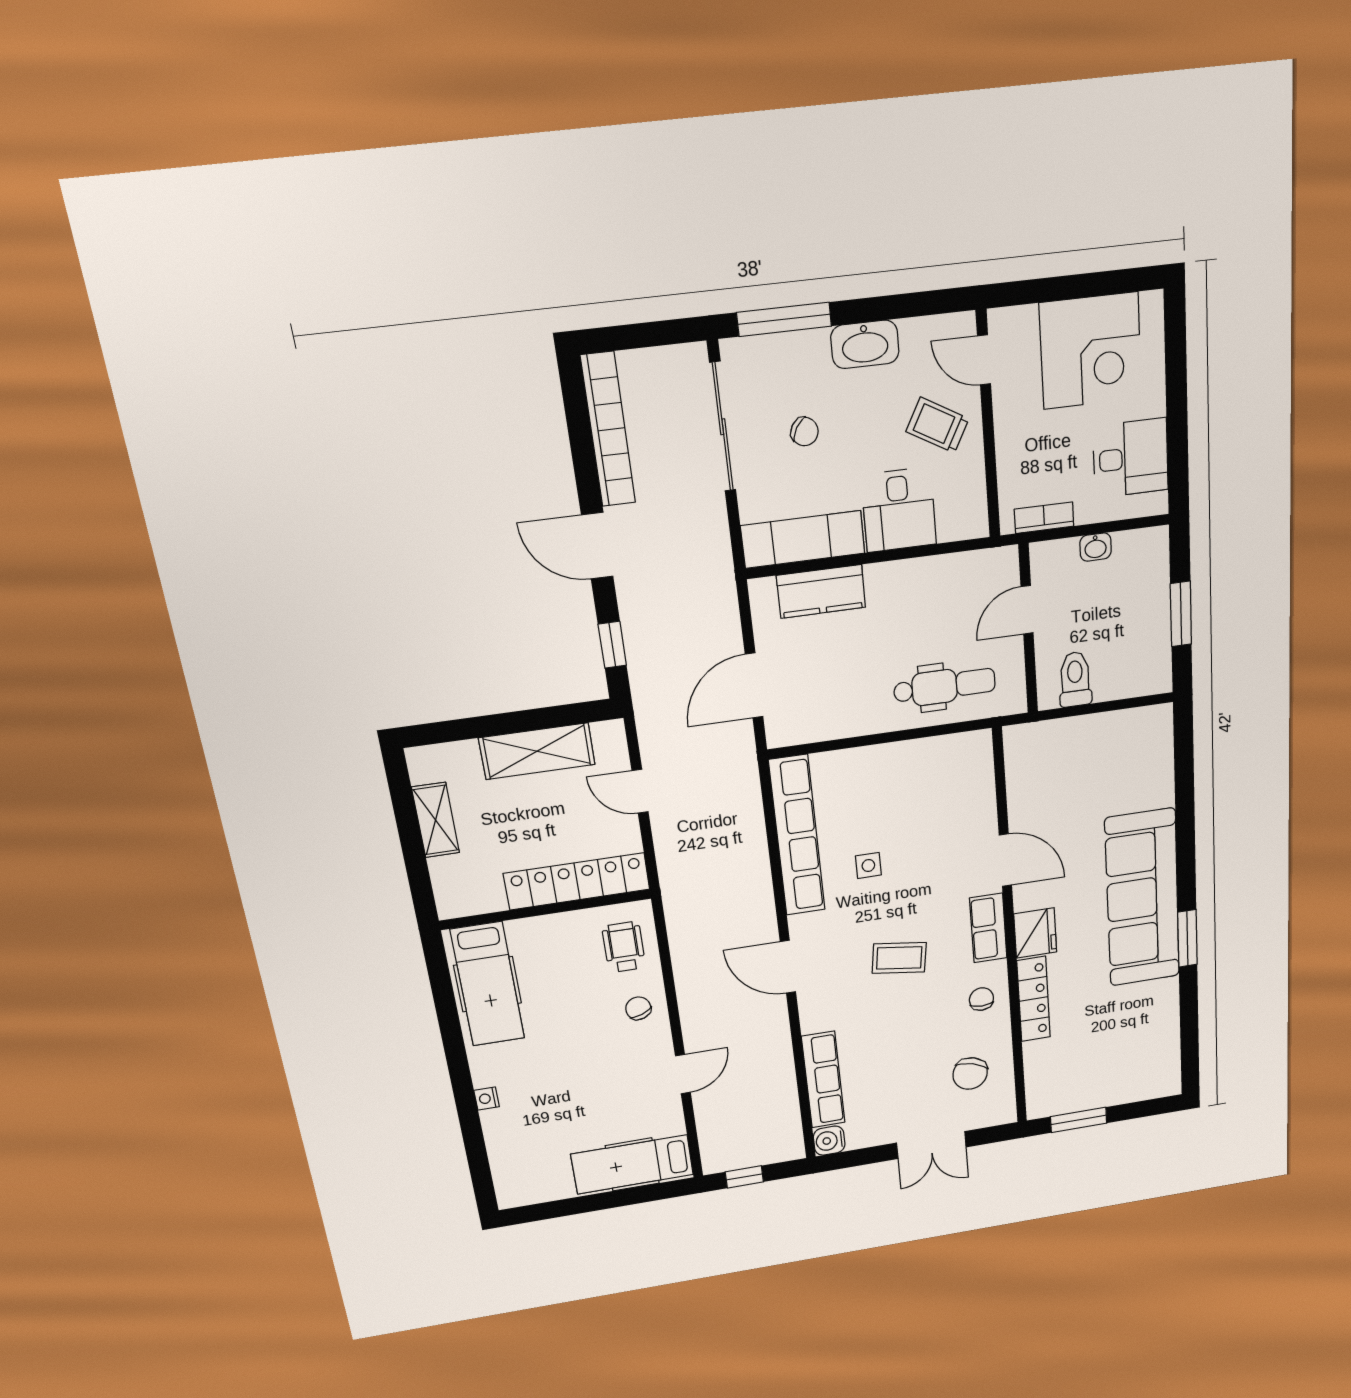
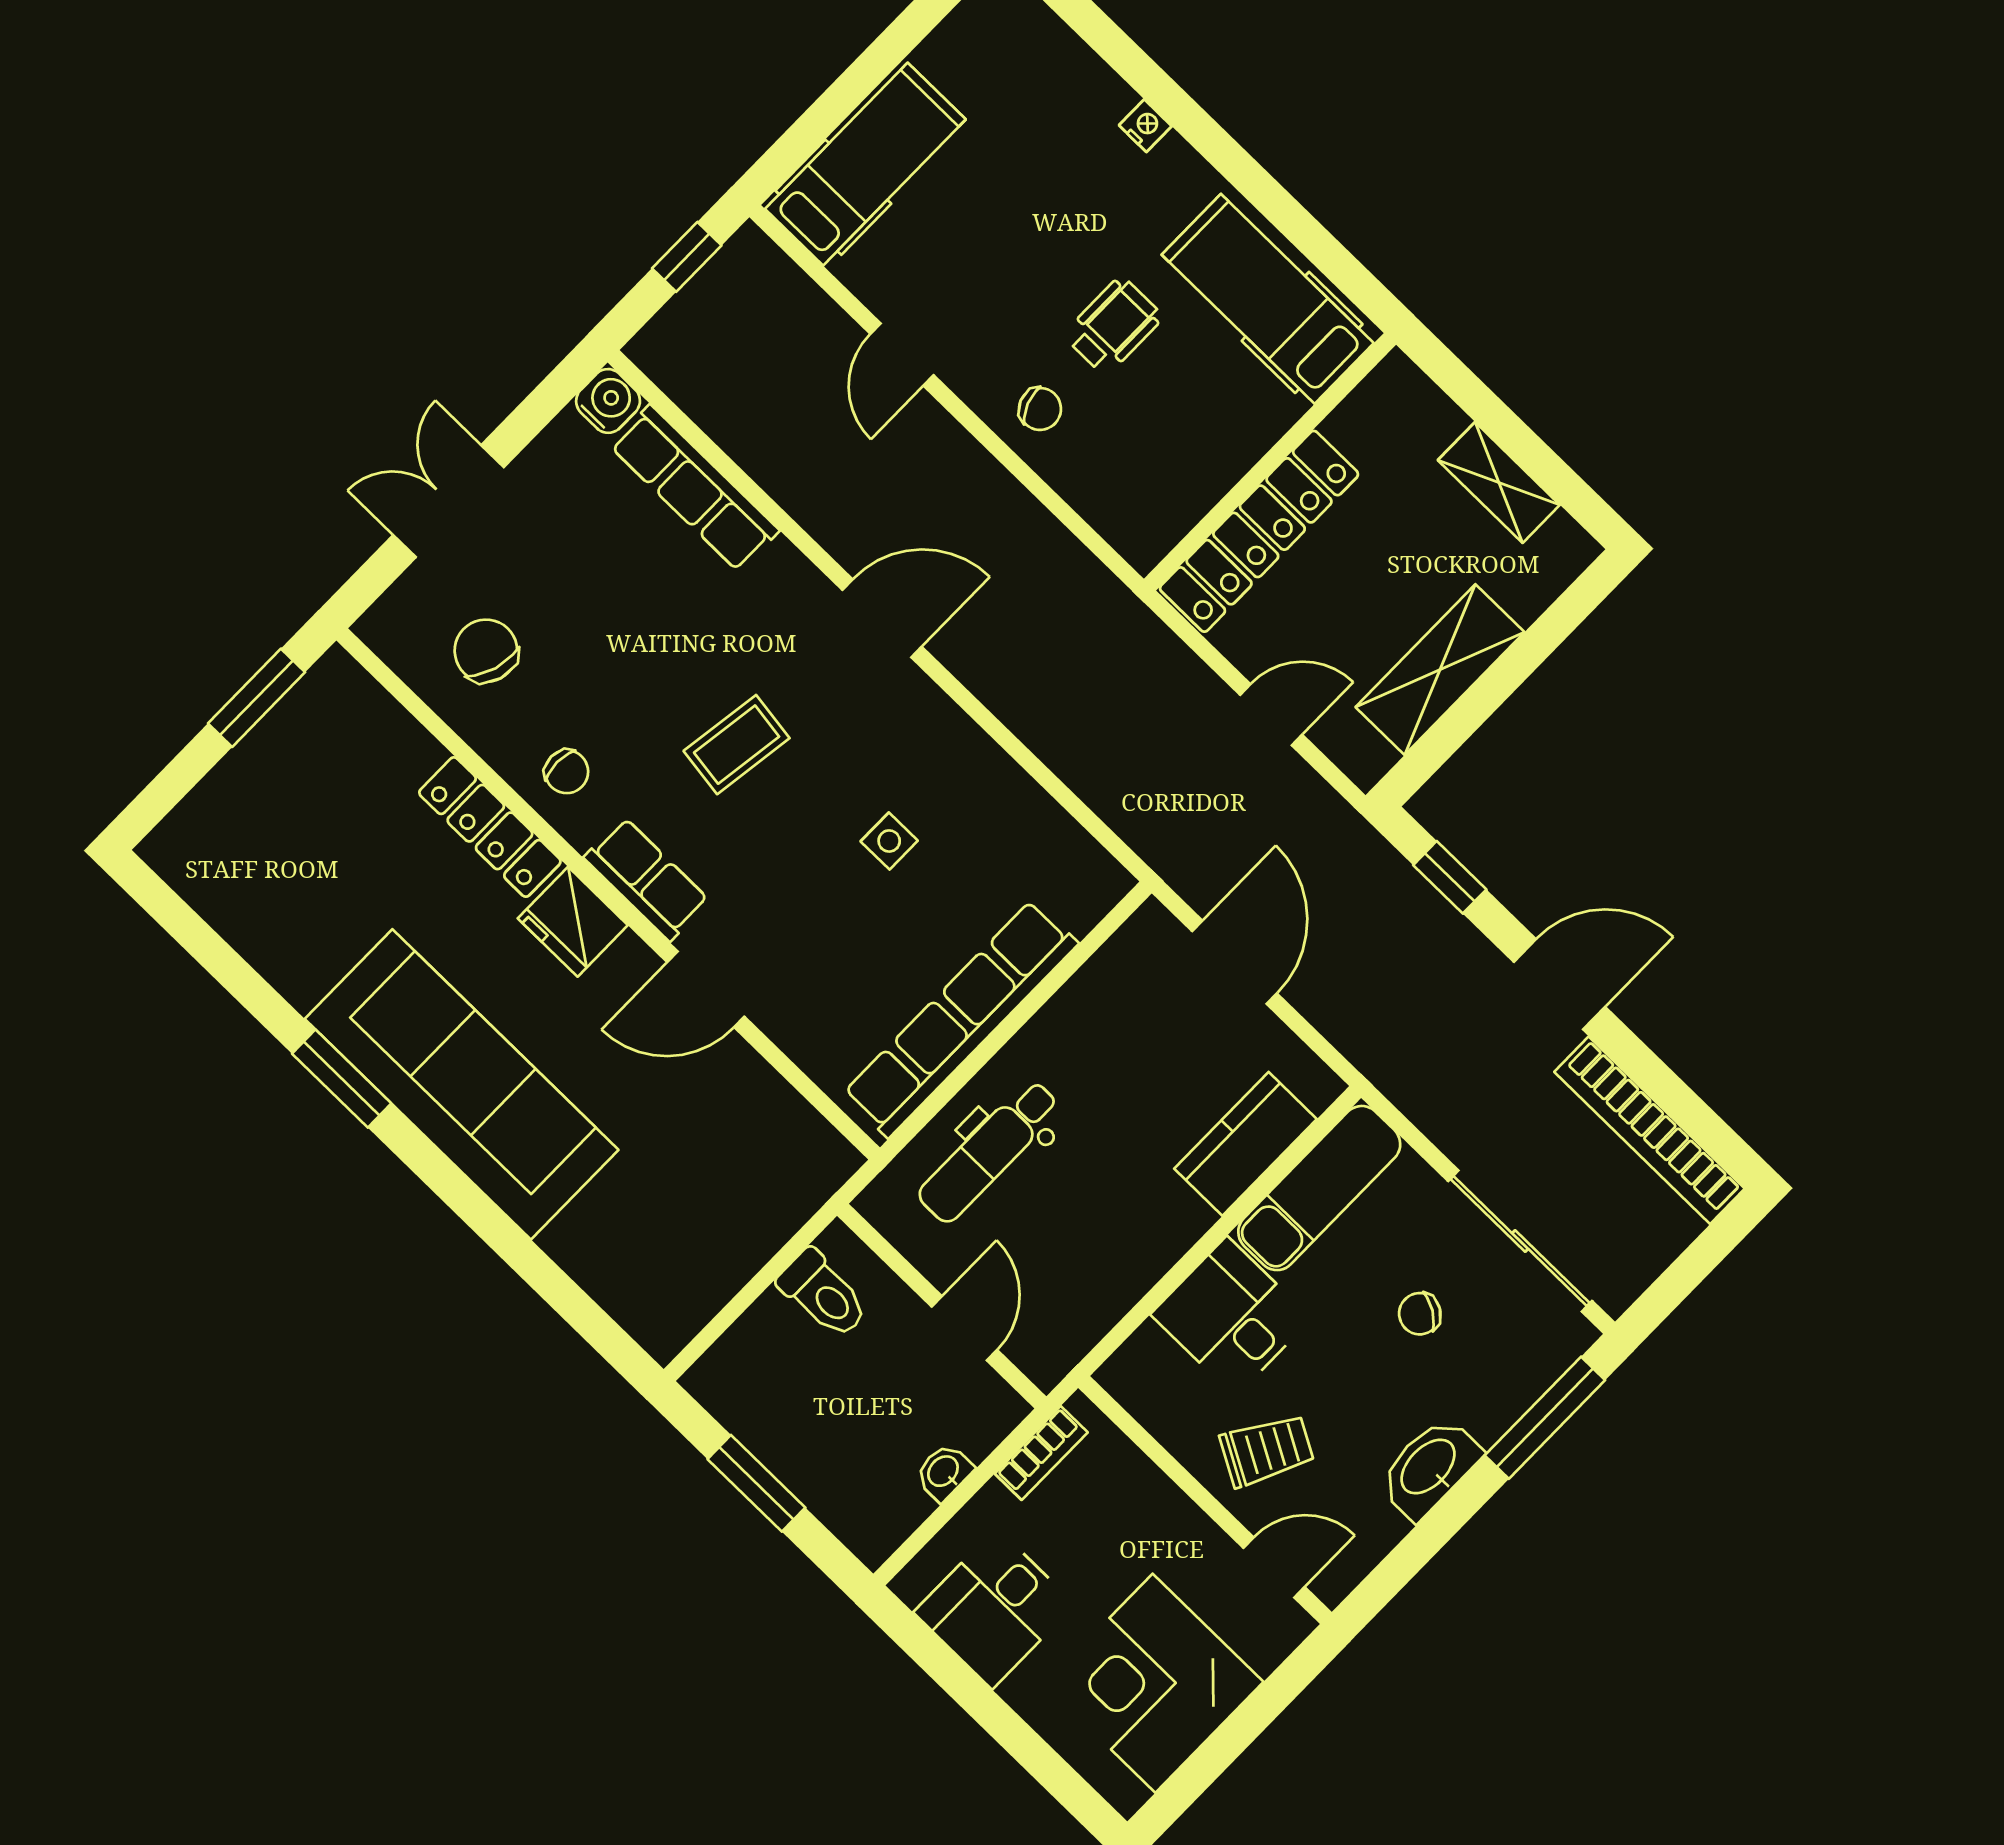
row of seats: (797, 836) -> (961, 1019), moved, turned 90
wheelchair: (624, 947) -> (1113, 326), moved, turned -90

